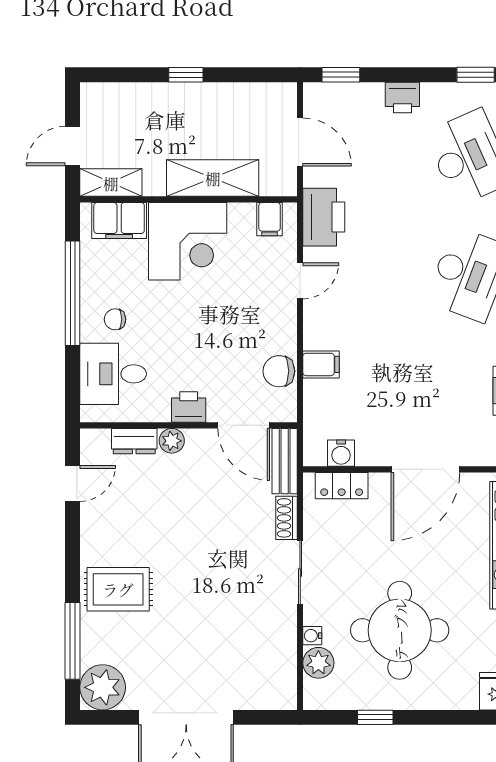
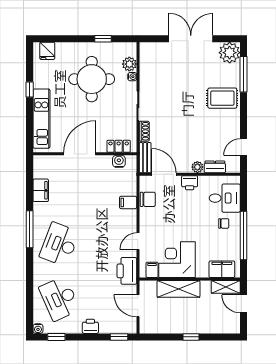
door: (73, 146) -> (243, 304), swing flipped
corner desk: (188, 241) -> (177, 260), moved

